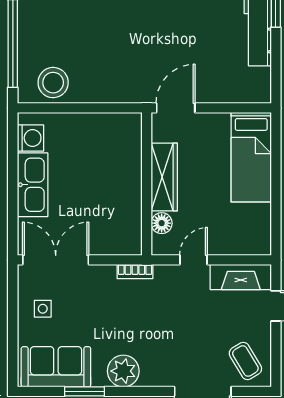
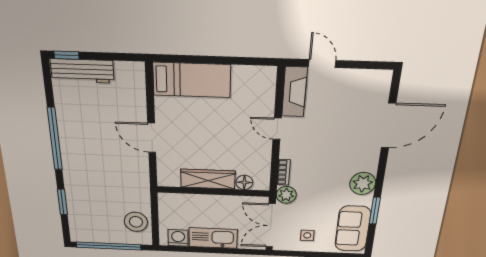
wardrobe: (164, 177) -> (208, 179), moved
wall: (147, 184) -> (213, 192), moved
floor lamp: (162, 223) -> (244, 182), moved
plant: (103, 277) -> (286, 195), added
coffee table: (245, 361) -> (368, 91), removed

